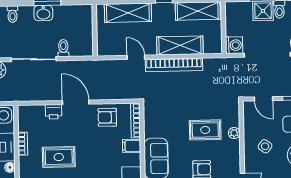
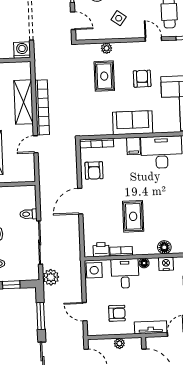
door: (264, 99) -> (73, 21), hinge flipped
printer: (54, 112) -> (101, 250), moved, turned -90
filing cabinet: (132, 146) -> (134, 146), moved

